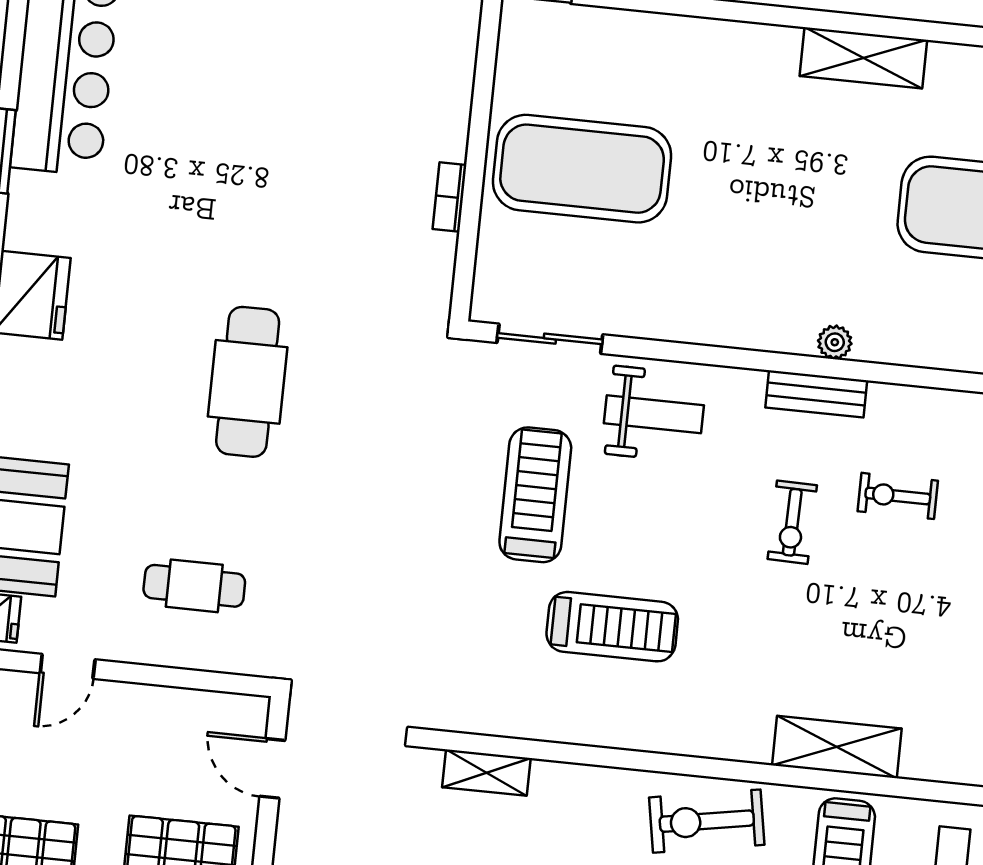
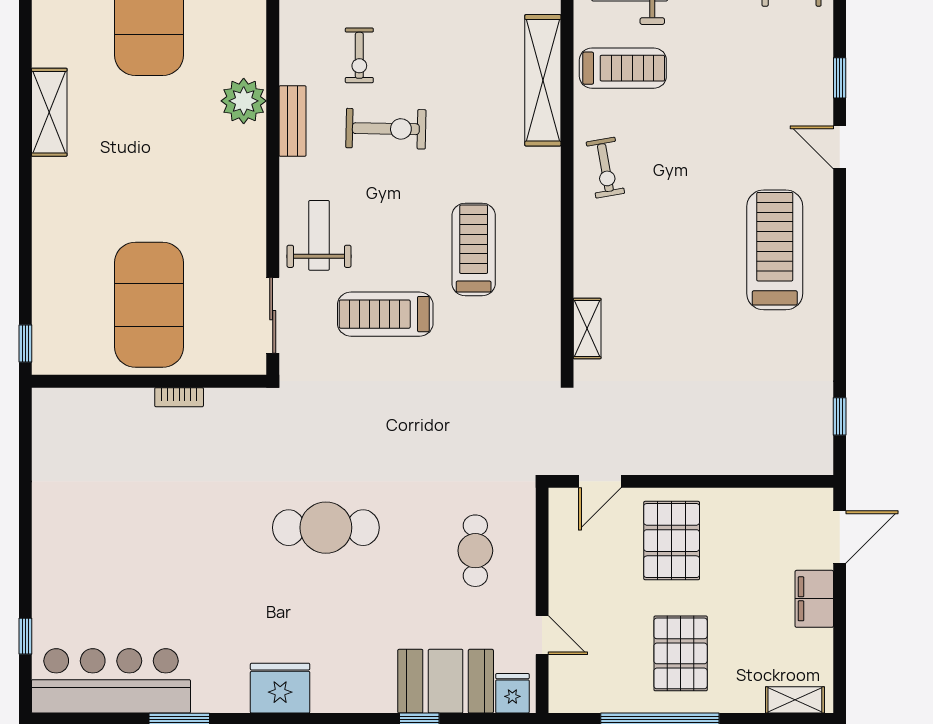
plant: (835, 342) -> (244, 101), width x1.88, depth x1.88
exercise bike: (792, 522) -> (386, 129), width x1.38, depth x1.39
shelving: (837, 747) -> (543, 80), width x1.47
exercise bike: (707, 821) -> (605, 168), width x0.73, depth x0.72

